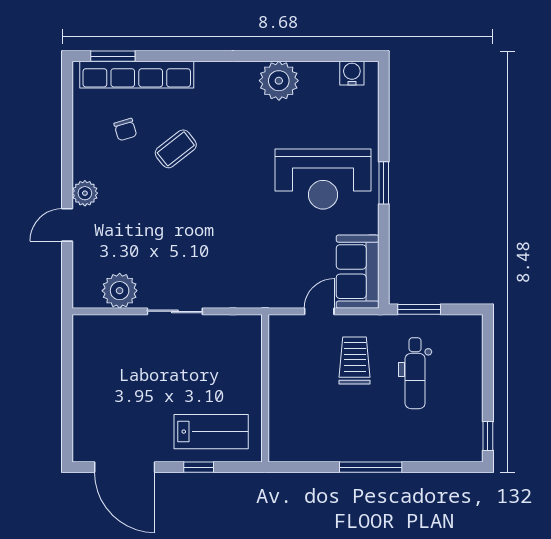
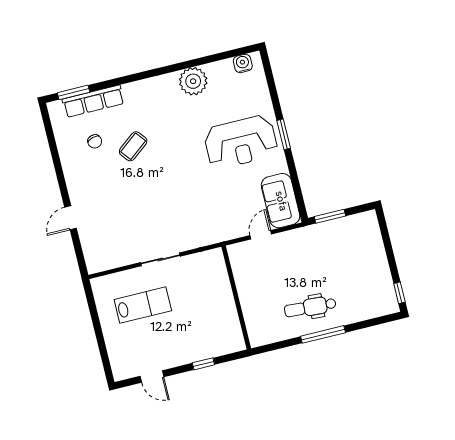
row of seats: (137, 75) -> (93, 101), width x0.73
plant: (85, 193) -> (77, 193), removed
plant: (120, 291) -> (118, 255), removed
trolley: (355, 360) -> (294, 263), removed
dental chair: (415, 373) -> (310, 307), moved, turned 94
lab bench: (211, 432) -> (143, 305), moved
door: (125, 467) -> (152, 376), width x0.53

